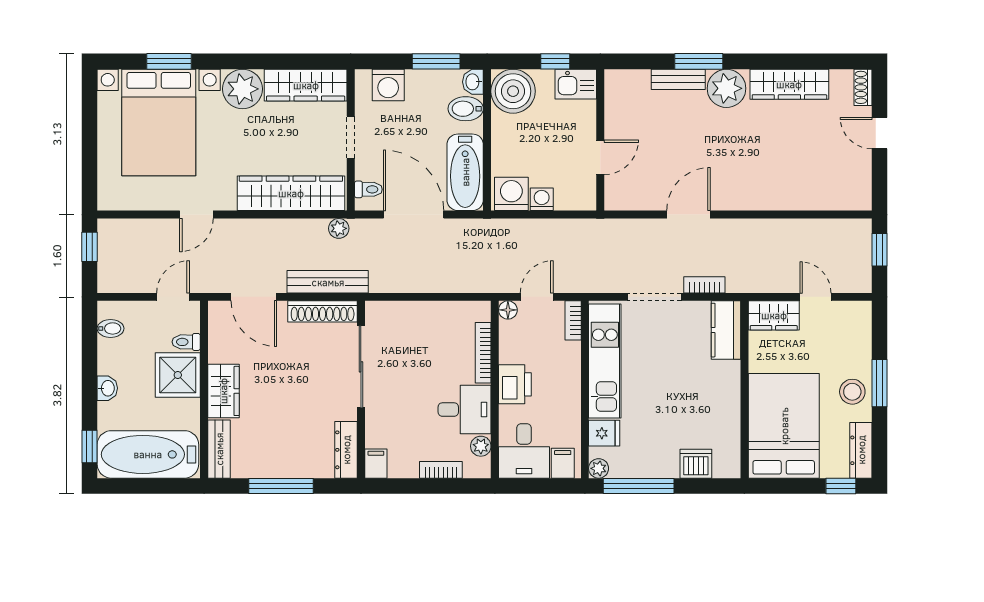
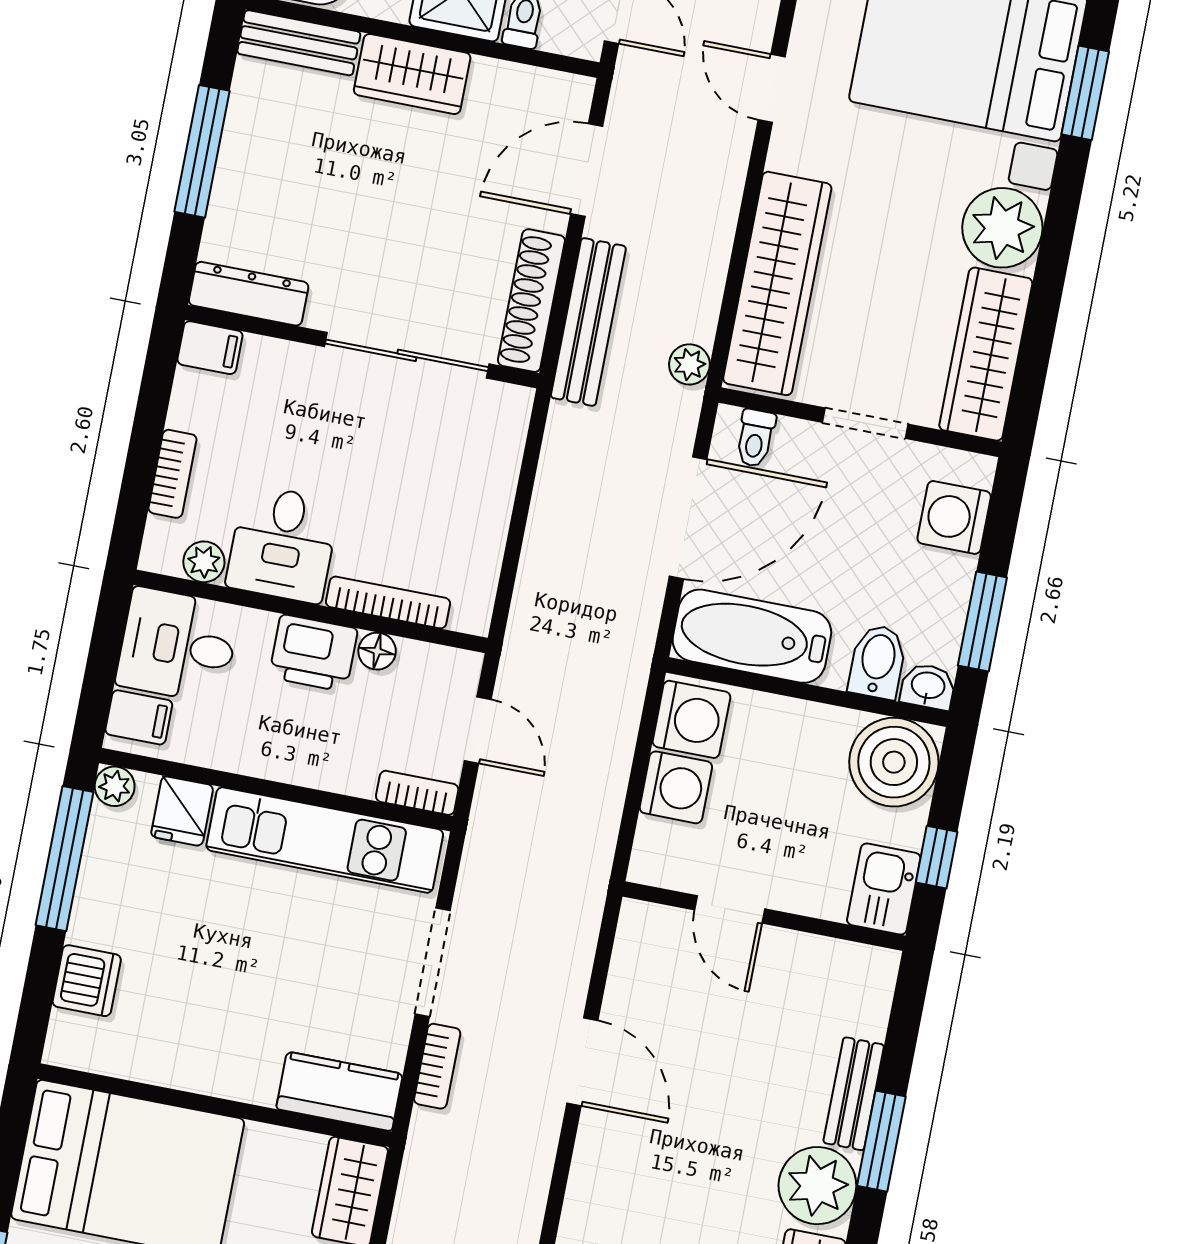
washing machine: (542, 199) -> (676, 787), width x1.38, depth x1.38
floor lamp: (508, 310) -> (377, 651), moved

